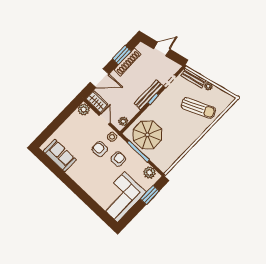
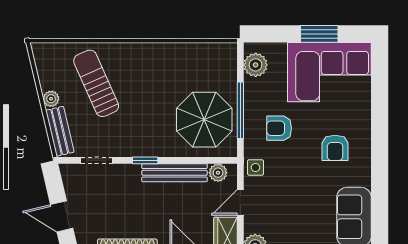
bench: (149, 95) -> (175, 173), moved
armchair: (100, 149) -> (335, 148), moved
window: (150, 195) -> (319, 34), moved

